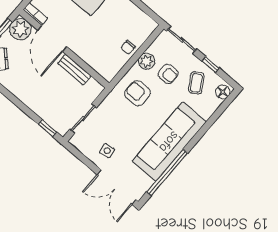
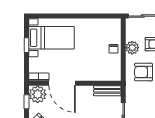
bench: (74, 70) -> (107, 91), moved

